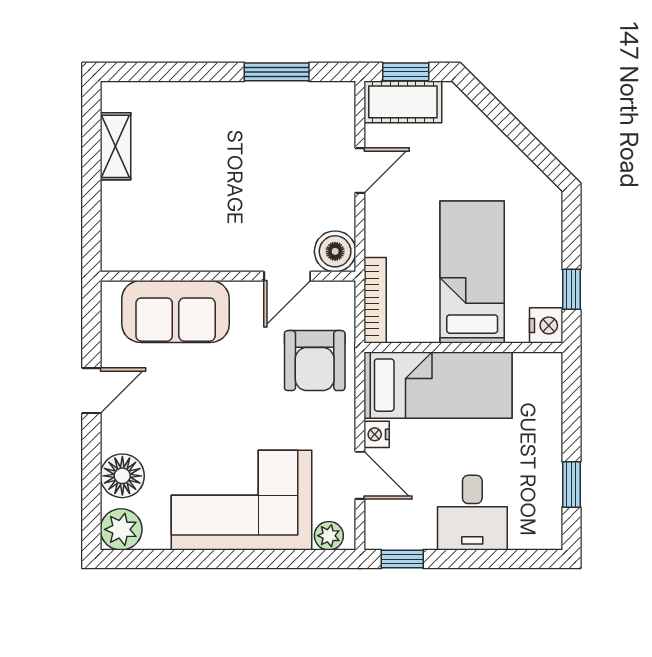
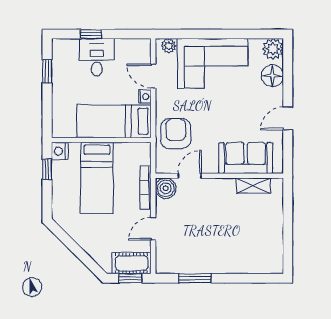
shelving: (115, 146) -> (253, 186), moved, turned 90
bookcase: (375, 300) -> (145, 188), moved
window: (402, 559) -> (91, 34), moved

